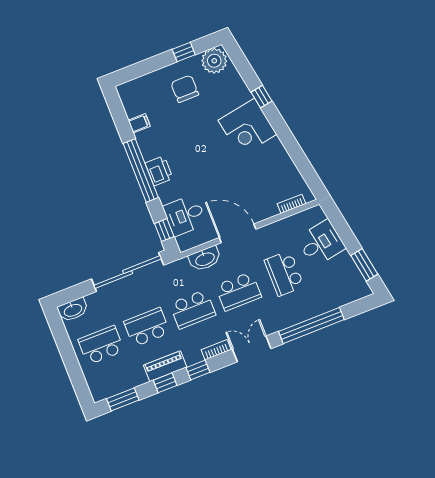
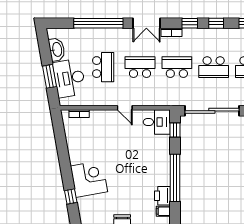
printer: (159, 171) -> (162, 196), moved
desk: (185, 215) -> (157, 122), moved
door: (238, 233) -> (125, 108), width x0.53
desk: (321, 243) -> (69, 78), width x1.37
washbasin: (205, 259) -> (57, 49), moved, turned 80
window: (364, 265) -> (49, 76), moved
piano: (165, 366) -> (212, 35), removed

